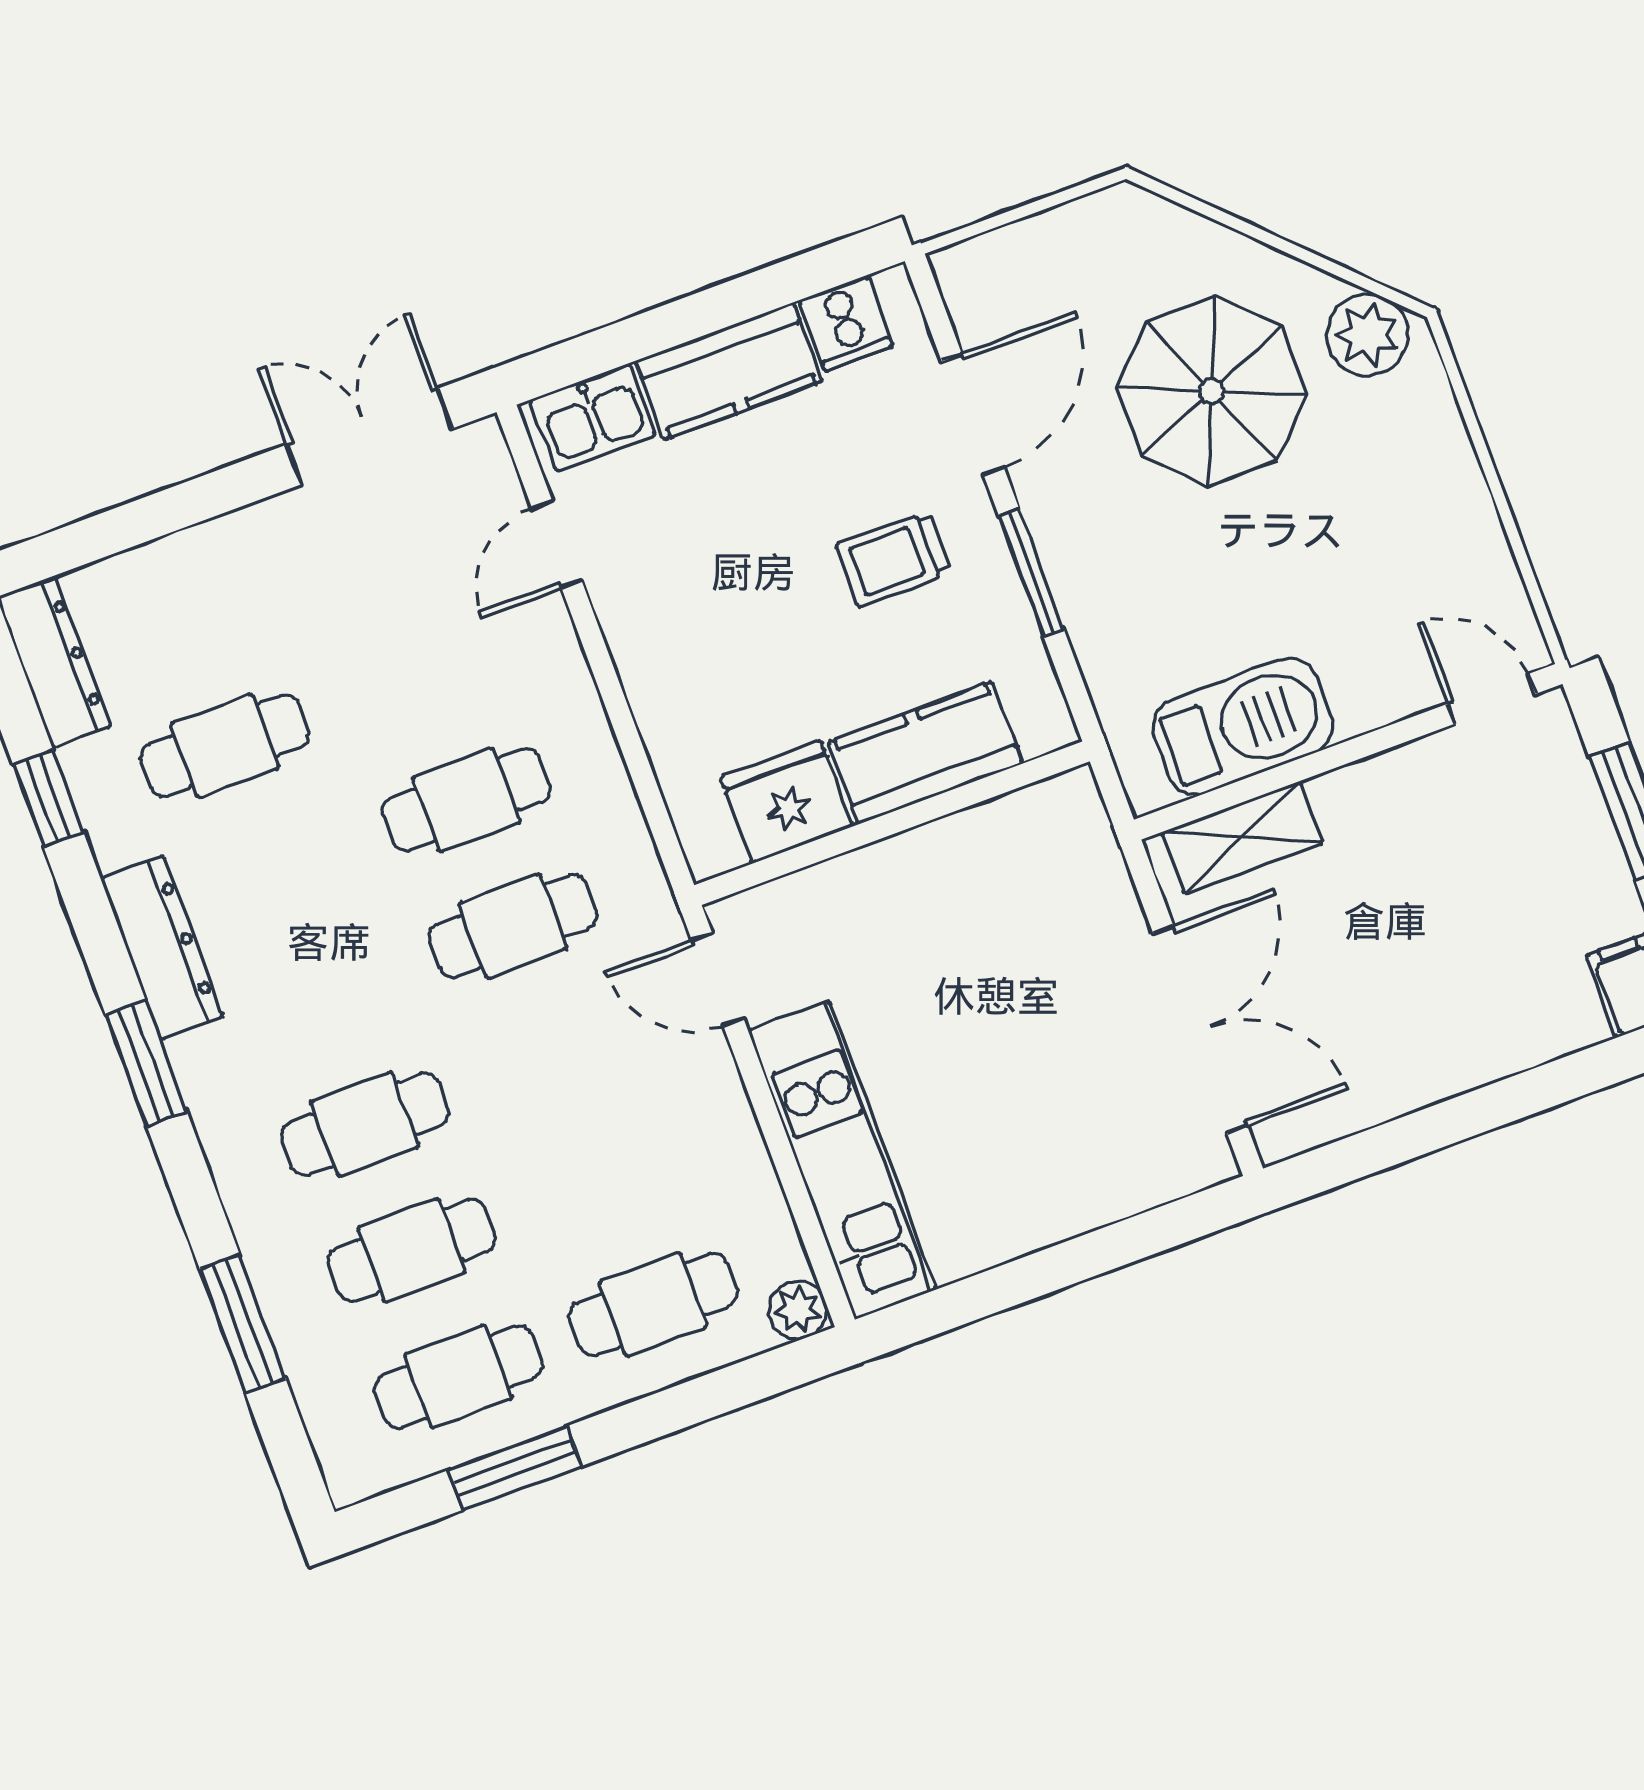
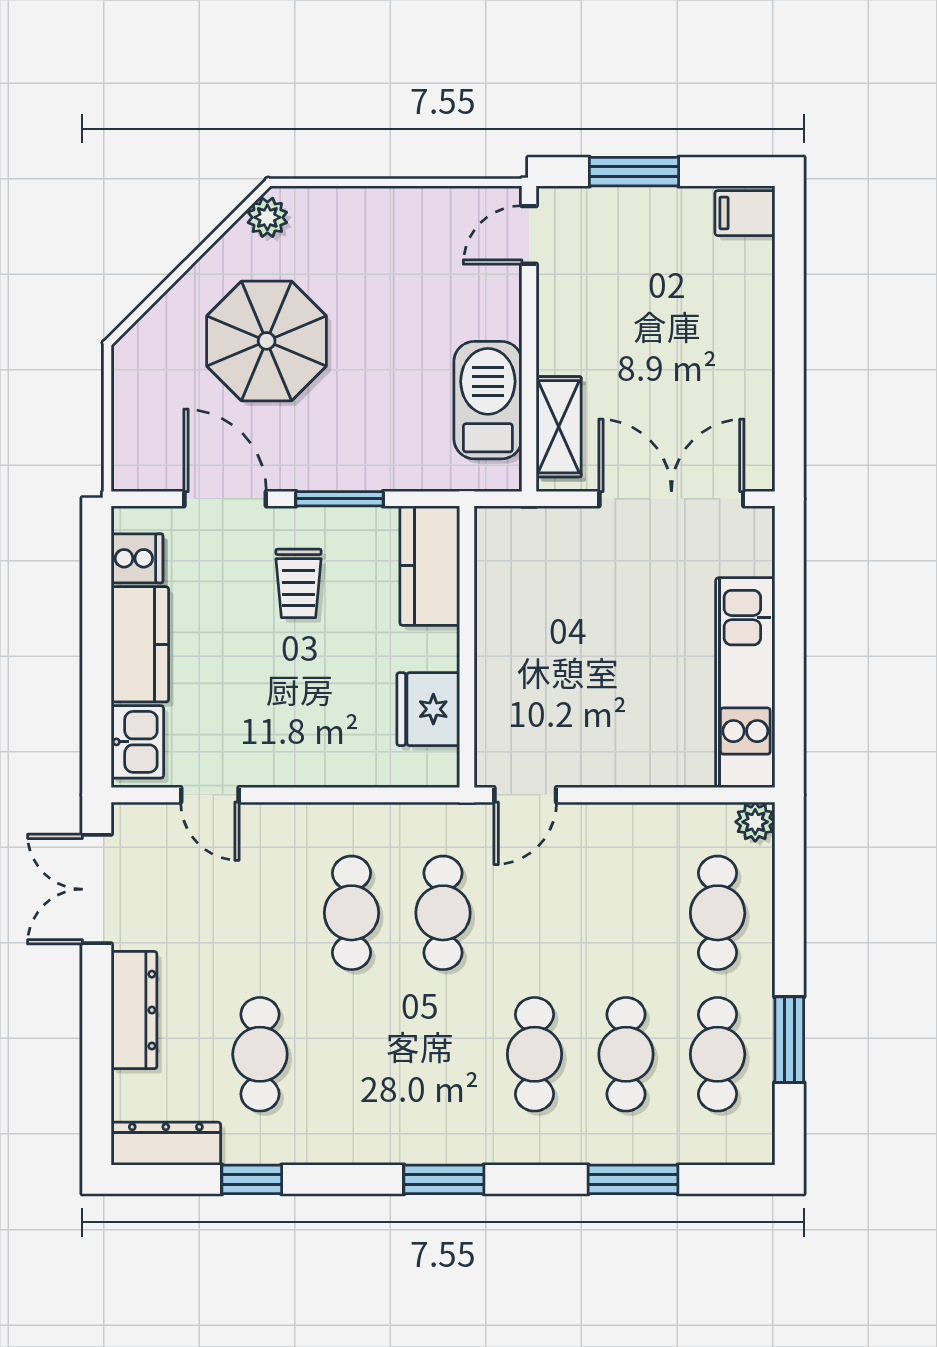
plant: (1367, 335) -> (267, 217), width x0.73, depth x0.73
kitchen counter: (925, 753) -> (430, 566), moved
dresser: (162, 948) -> (134, 1010), moved, turned 90
kitchen unit: (842, 1160) -> (745, 683), moved, turned -90

